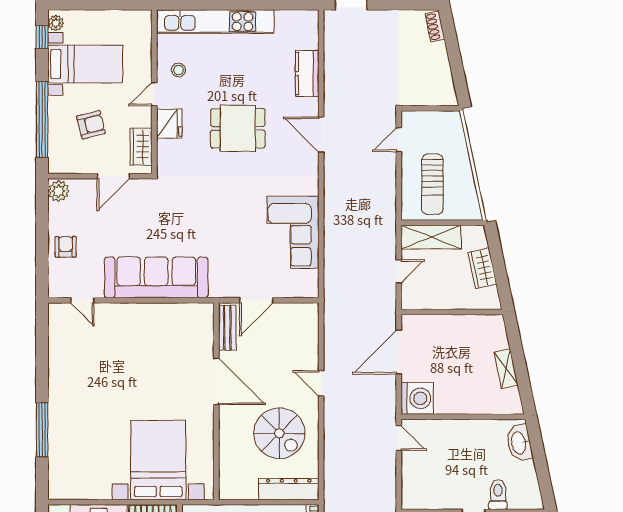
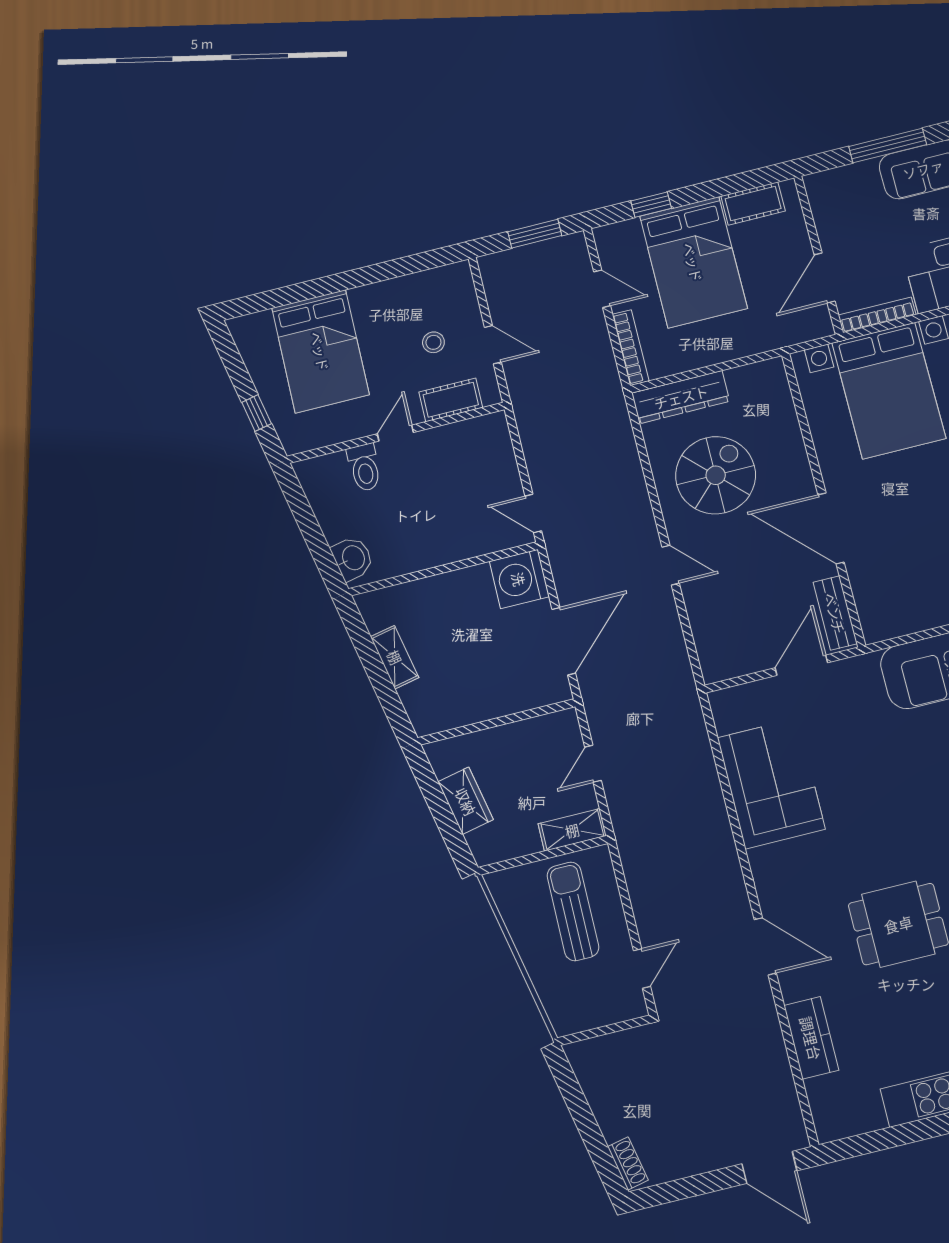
shelving: (431, 237) -> (572, 830), width x0.67, depth x0.75
spiral stairs: (279, 433) -> (716, 475), turned 90
washbasin: (519, 443) -> (353, 558), width x0.72

